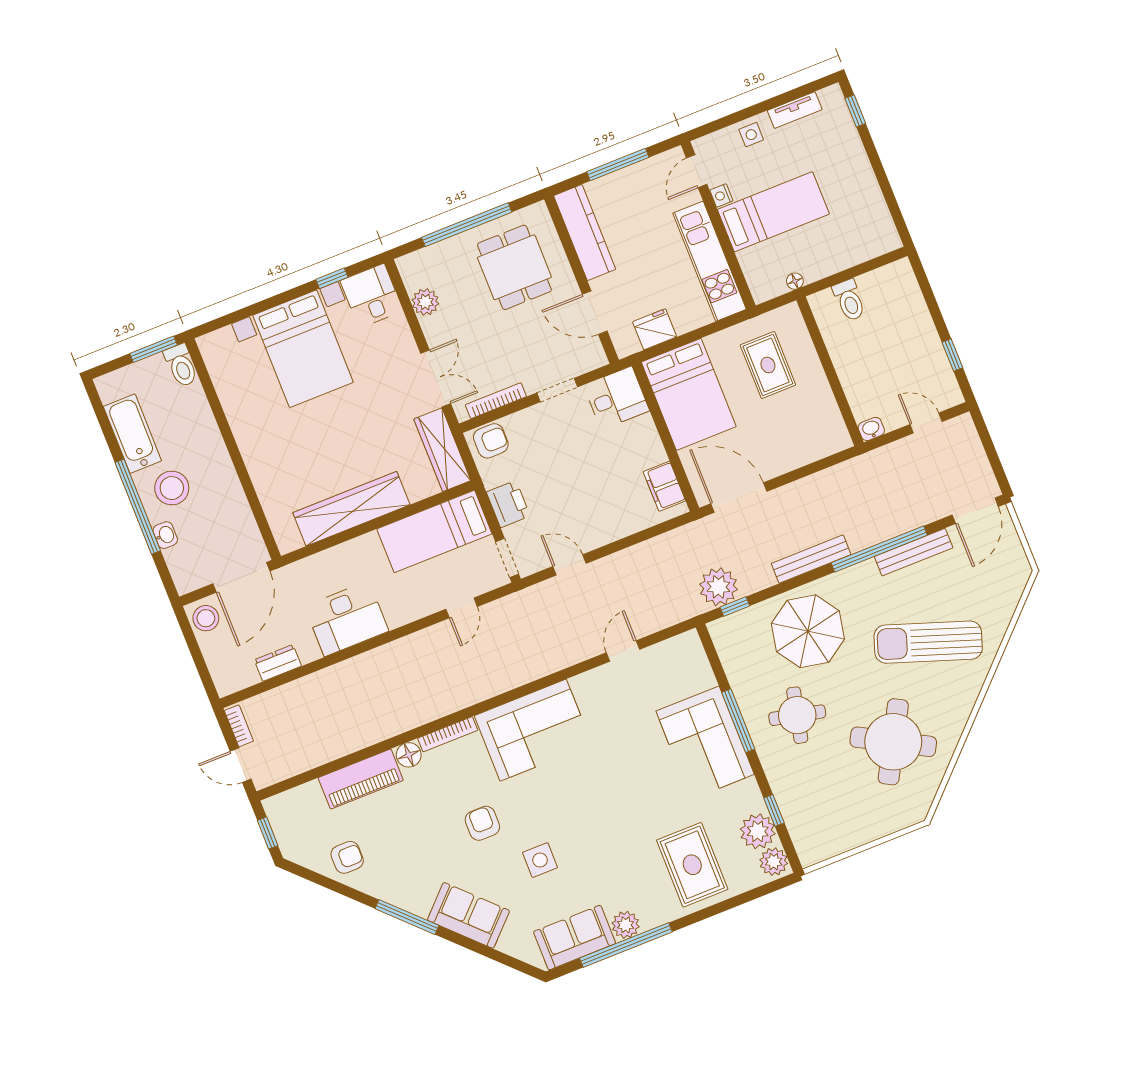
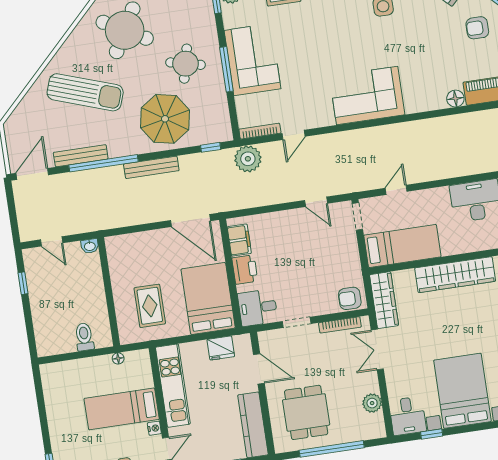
printer: (508, 504) -> (245, 270), moved, turned 180
plant: (718, 587) -> (248, 159), moved
bookcase: (448, 734) -> (260, 131), moved
armchair: (482, 823) -> (477, 28), moved, turned 90

